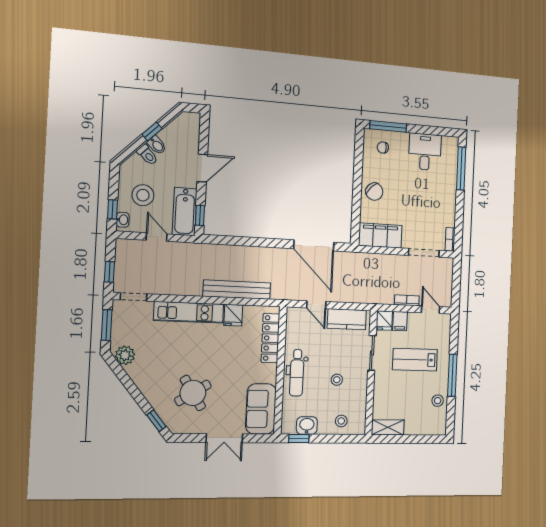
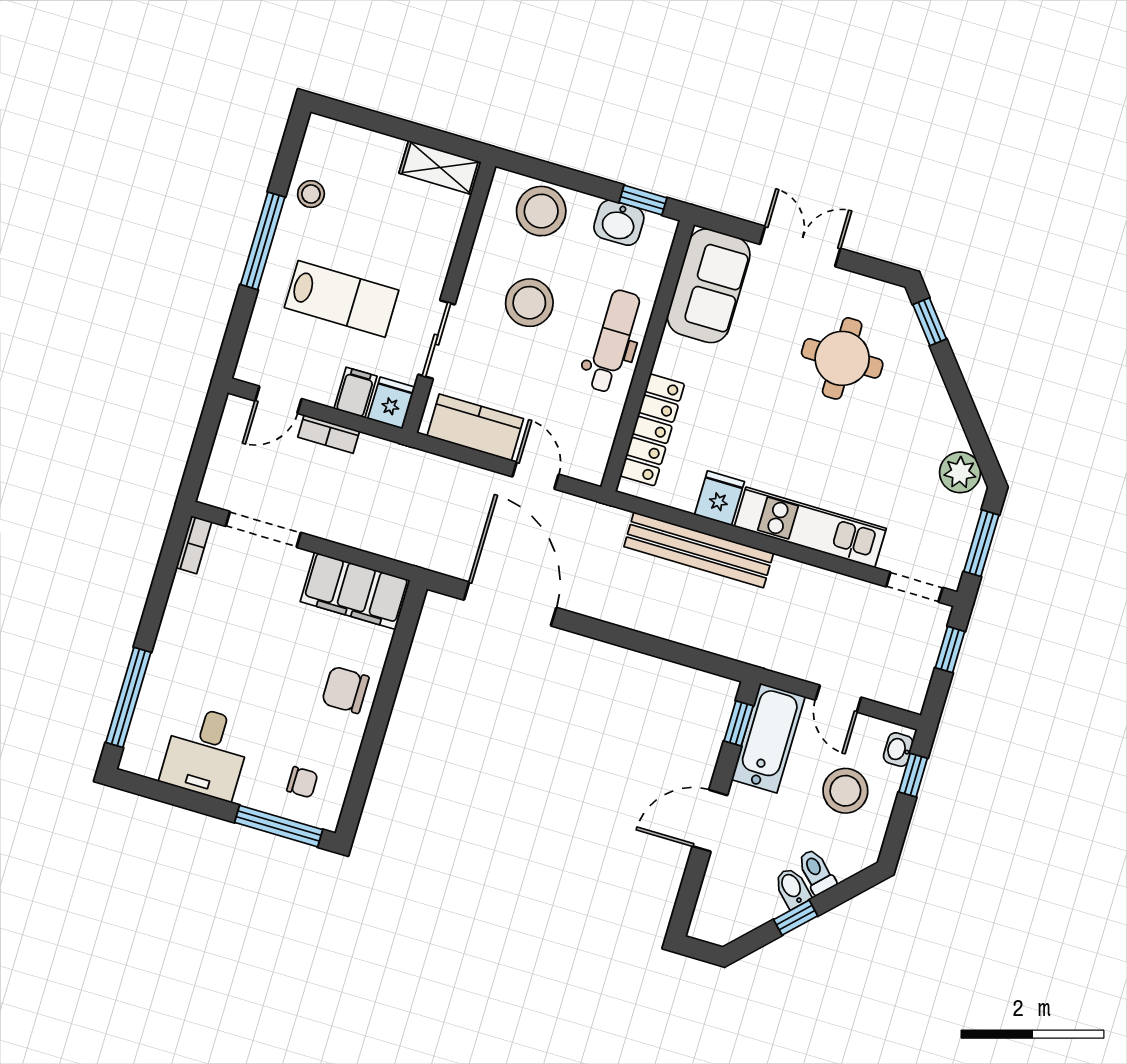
chair: (374, 192) -> (345, 690), turned -46
door: (431, 310) -> (278, 400), hinge flipped
stool: (337, 380) -> (529, 303), width x1.89, depth x1.89
round table: (193, 393) -> (842, 358), turned 32
stool: (341, 421) -> (541, 211), width x1.89, depth x1.89

